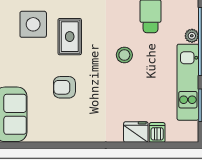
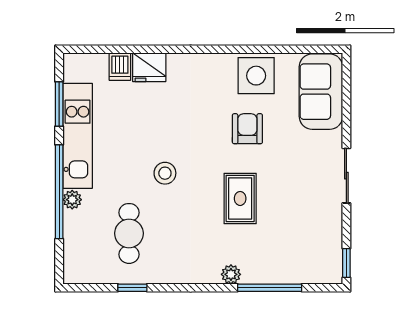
side table: (33, 24) -> (256, 76), moved
armchair: (64, 87) -> (247, 129), turned -90

